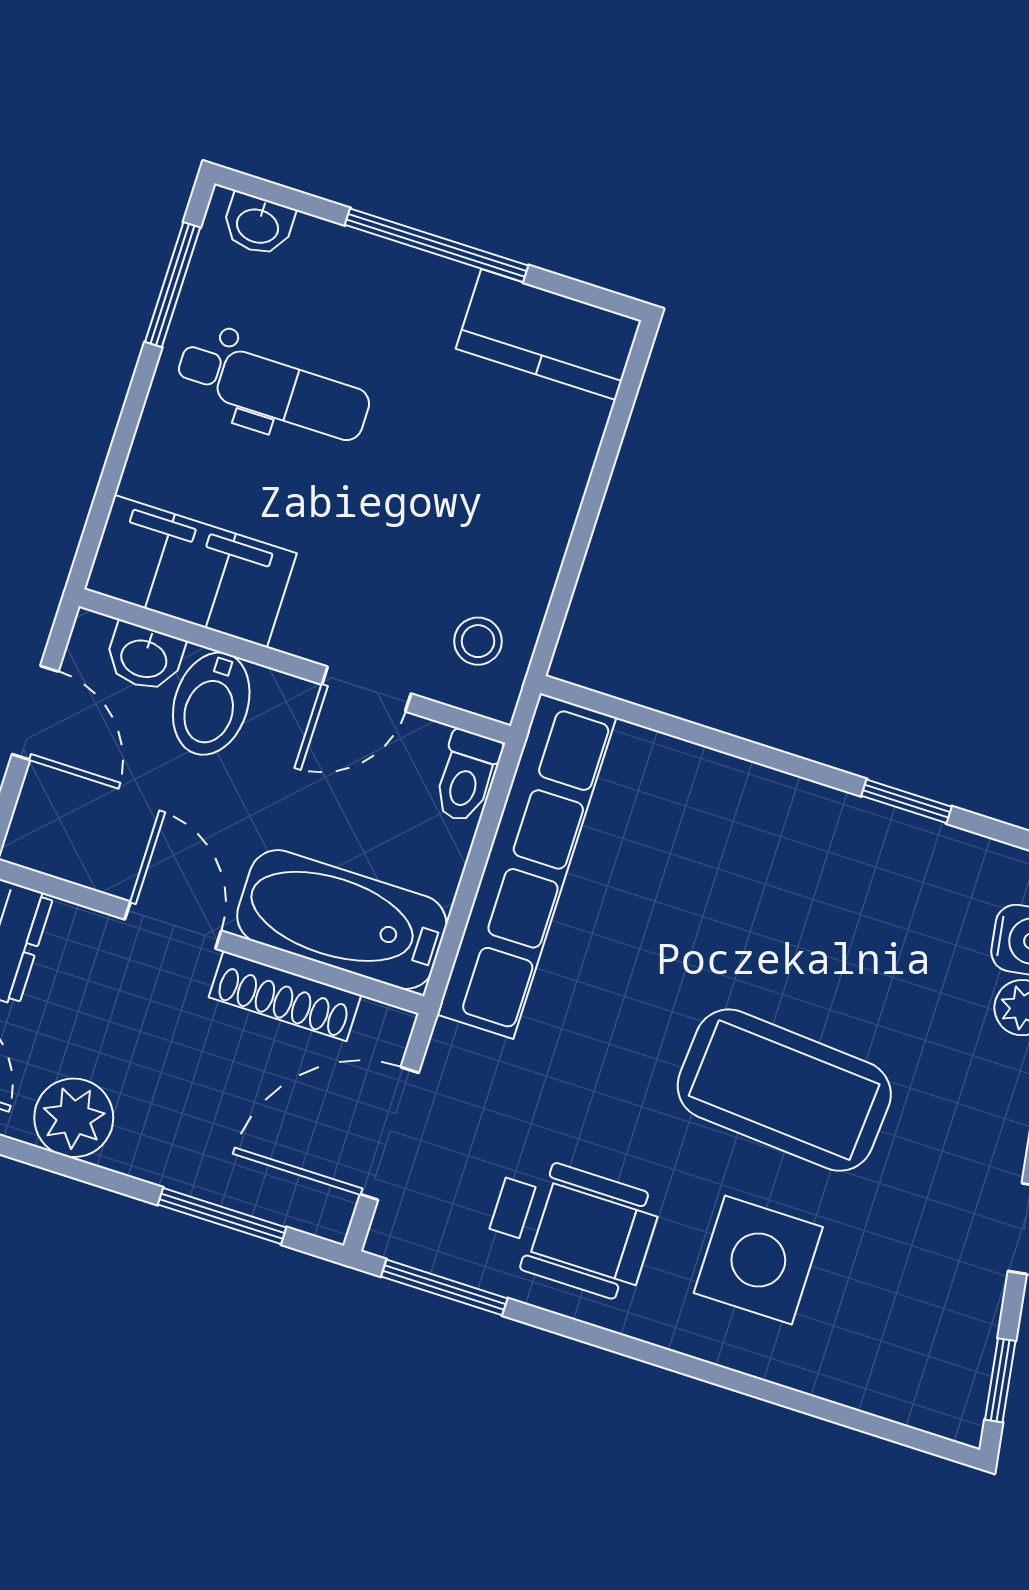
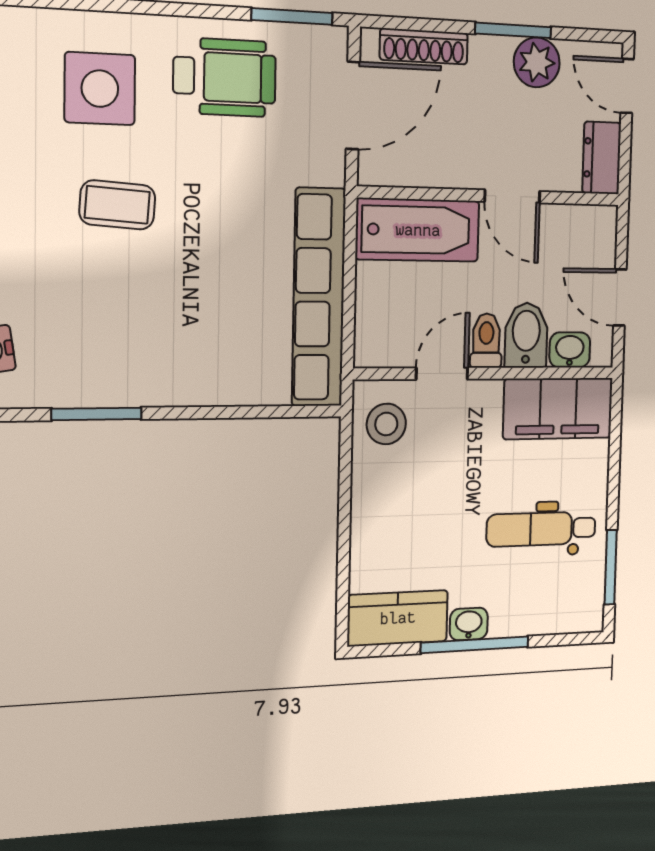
washbasin: (258, 225) -> (469, 624), moved
stool: (478, 641) -> (386, 424), width x1.37, depth x1.37
toilet: (467, 776) -> (486, 341), moved
window: (907, 801) -> (97, 414), width x1.50
shoe rack: (285, 996) -> (424, 46), moved, turned 180
coffee table: (784, 1090) -> (117, 205), width x0.54, depth x0.58
window: (222, 1216) -> (513, 30), moved
wheelchair: (572, 1227) -> (225, 77), turned 180

